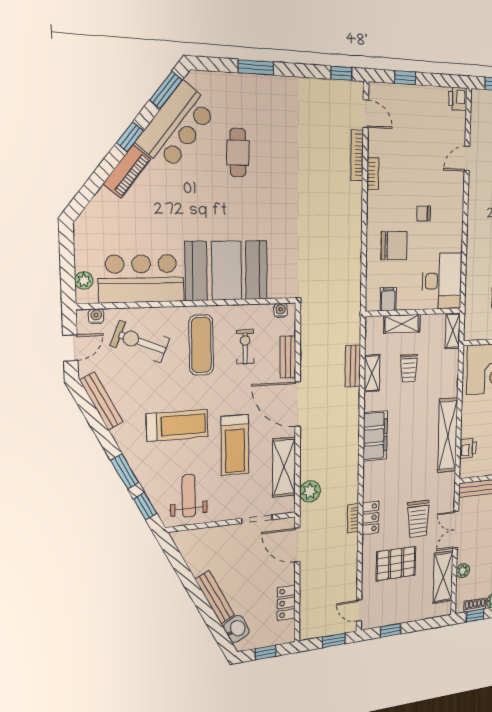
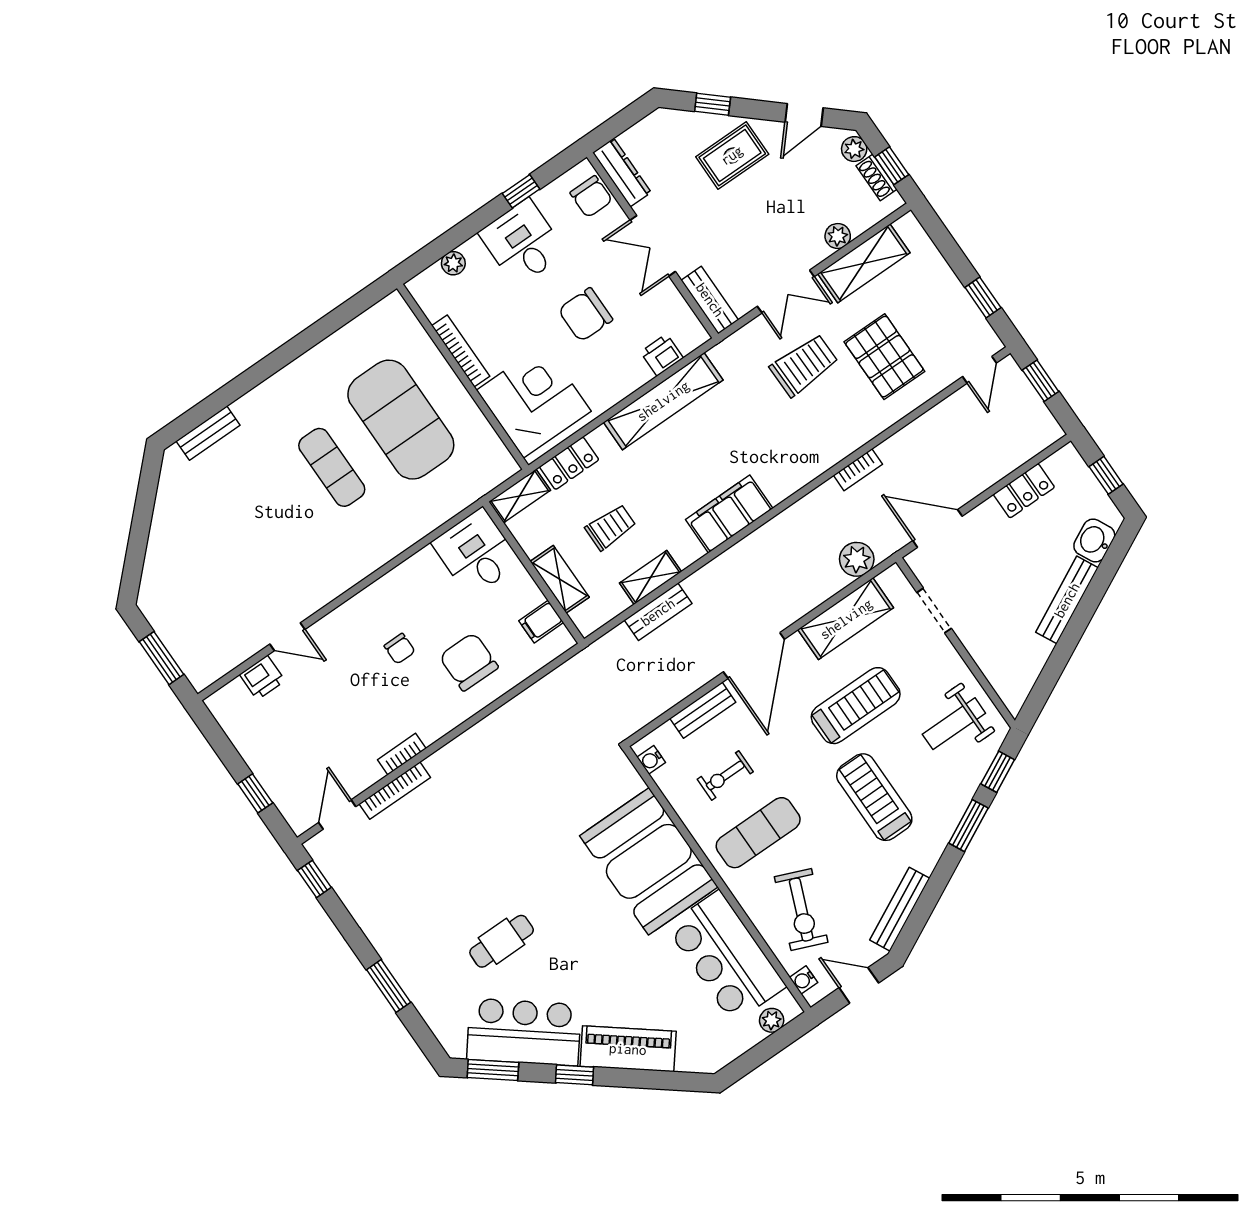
printer: (458, 99) -> (262, 678), moved
piano: (127, 171) -> (628, 1049), width x1.37, depth x1.33
desk: (442, 281) -> (476, 553), width x0.73
locker: (370, 518) -> (569, 463), moved, turned 180
door: (297, 545) -> (937, 528), swing flipped

